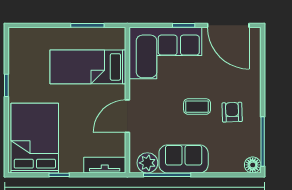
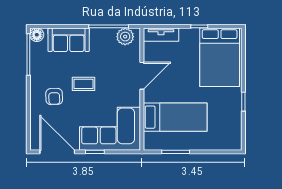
armchair: (232, 112) -> (54, 97), moved
sofa: (184, 159) -> (69, 40), moved

